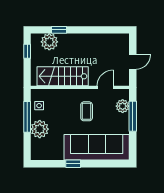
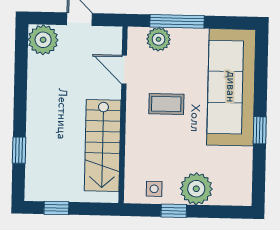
plant: (49, 42) -> (43, 40), moved
window: (27, 117) -> (174, 211), width x0.46

